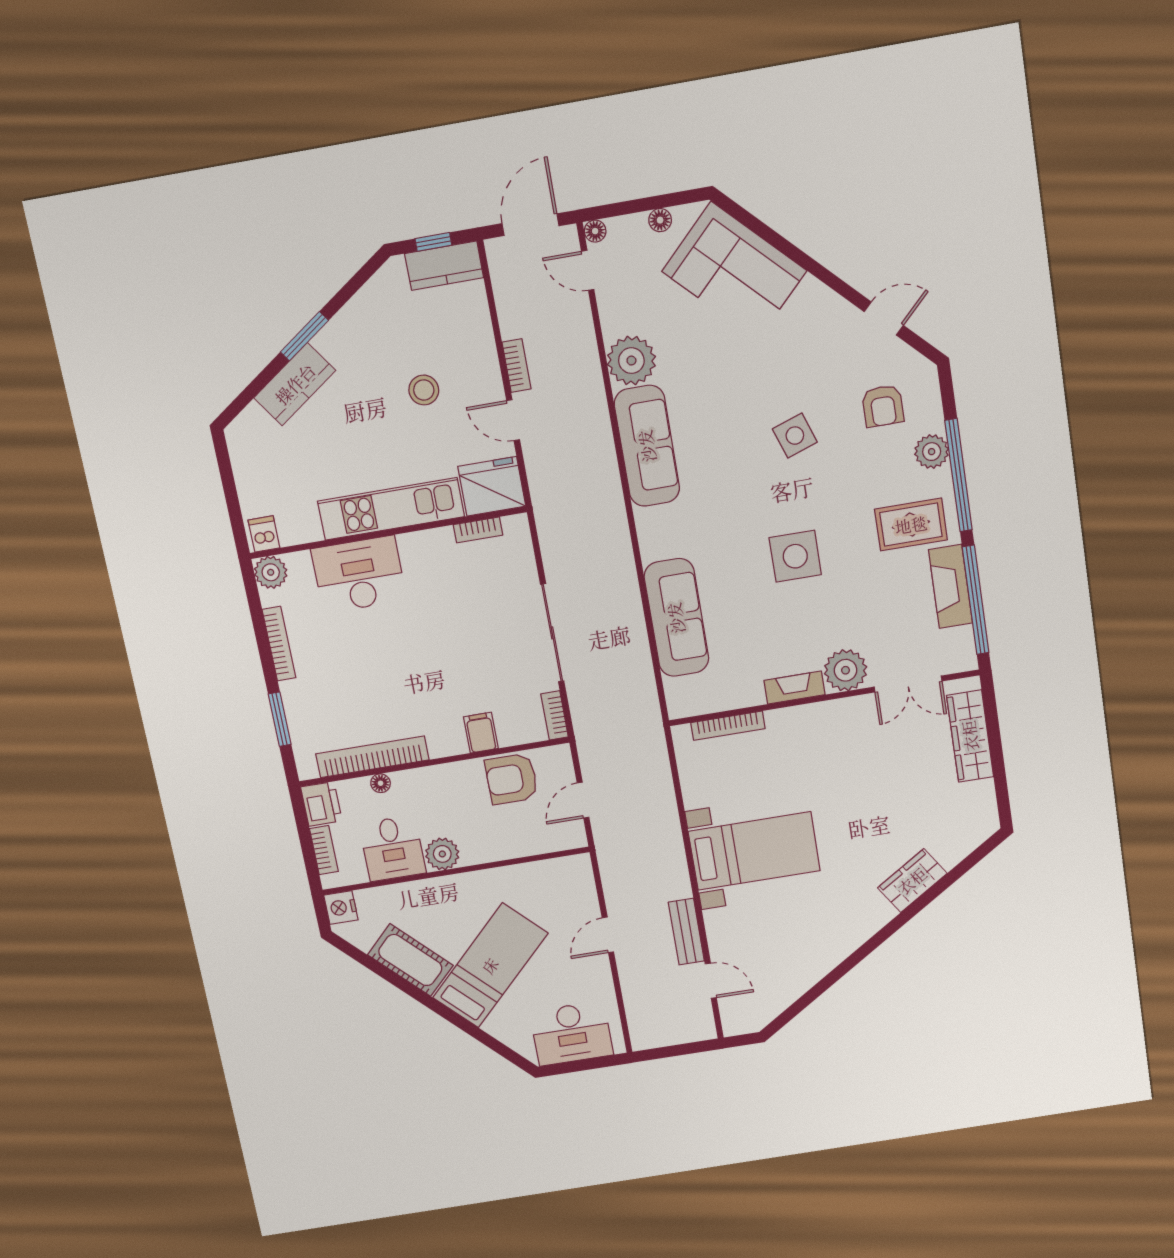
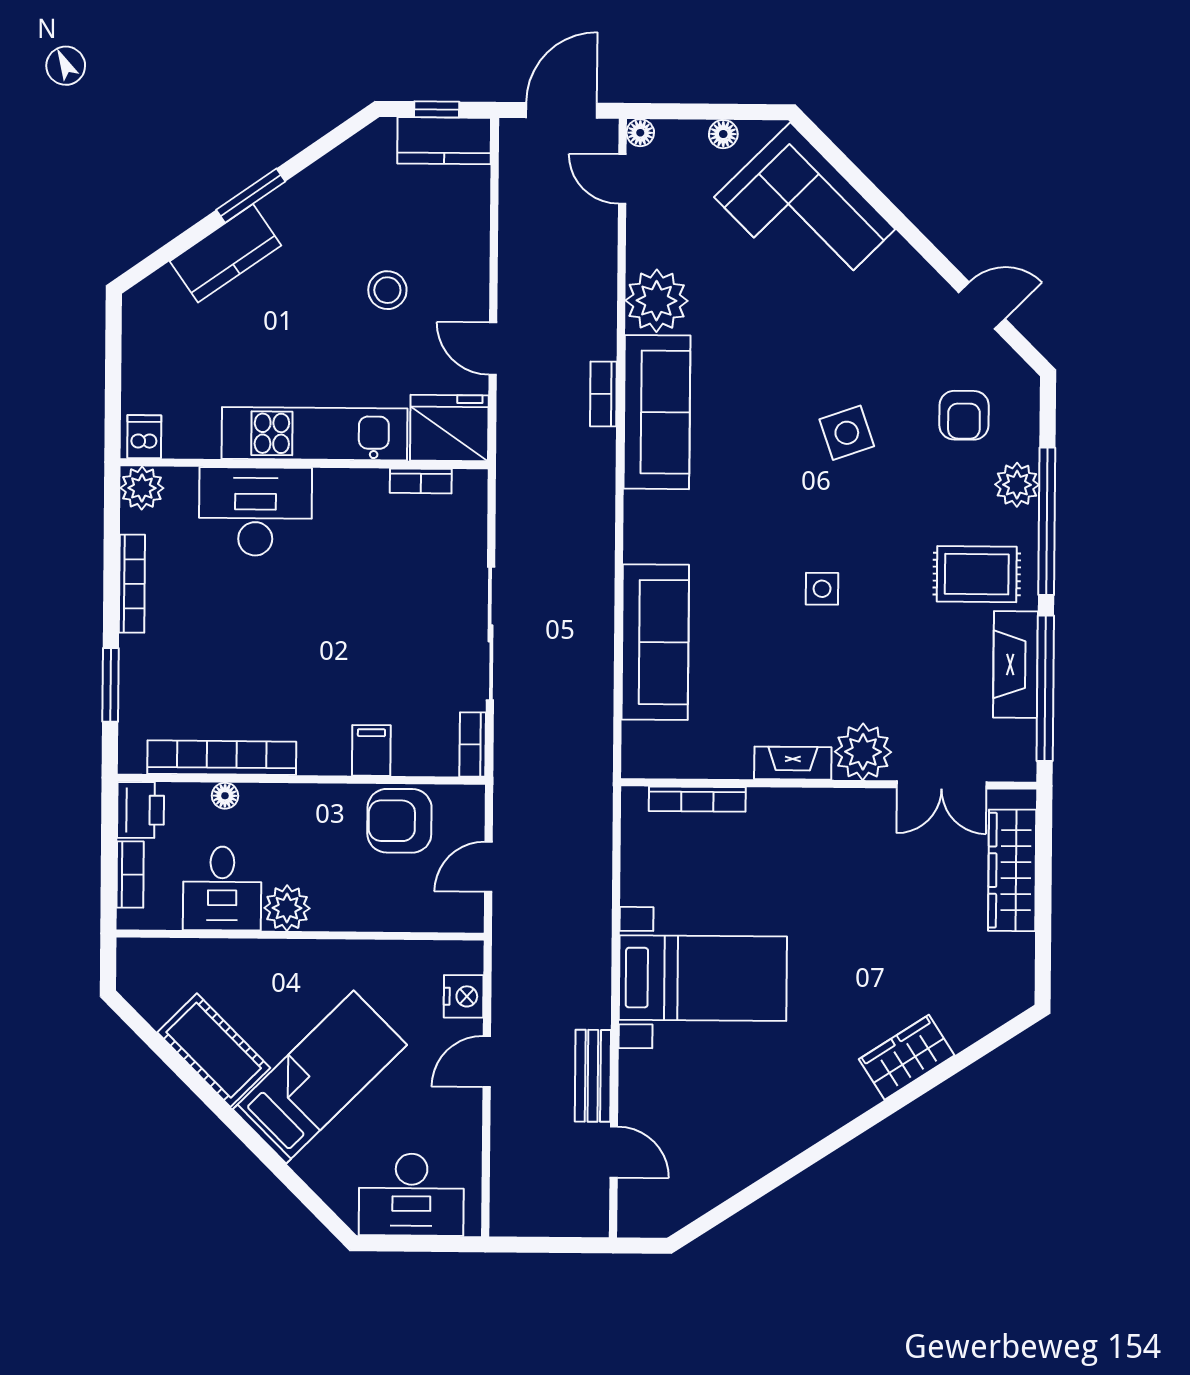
bookcase: (516, 366) -> (603, 394), moved, turned 180
side table: (795, 556) -> (822, 589), width x0.54, depth x0.54
nightstand: (341, 908) -> (464, 996), moved, turned 180

